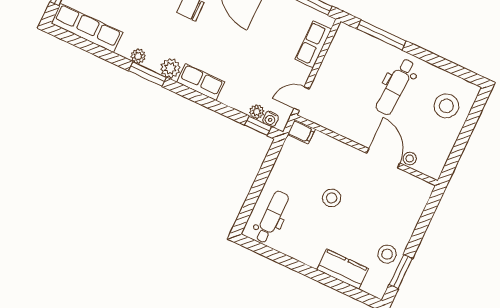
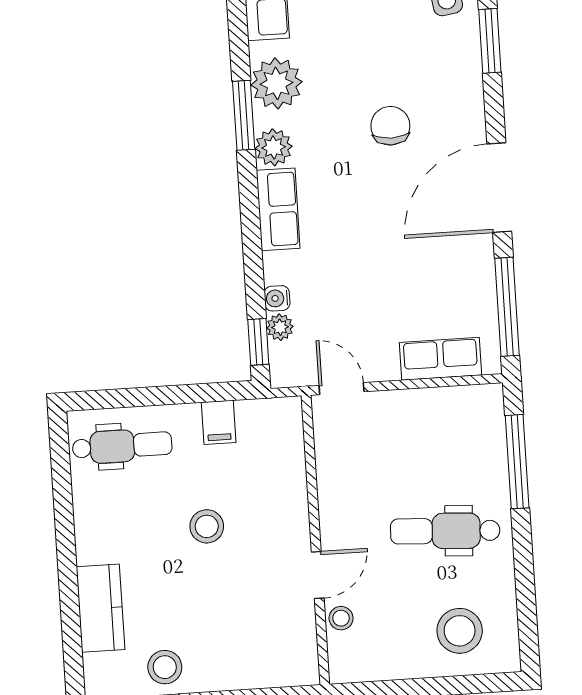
plant: (138, 56) -> (277, 83), width x1.88, depth x1.88
water cooler: (271, 119) -> (277, 298), moved
filing cabinet: (301, 132) -> (219, 422), moved
door: (383, 158) -> (318, 575), width x0.73

